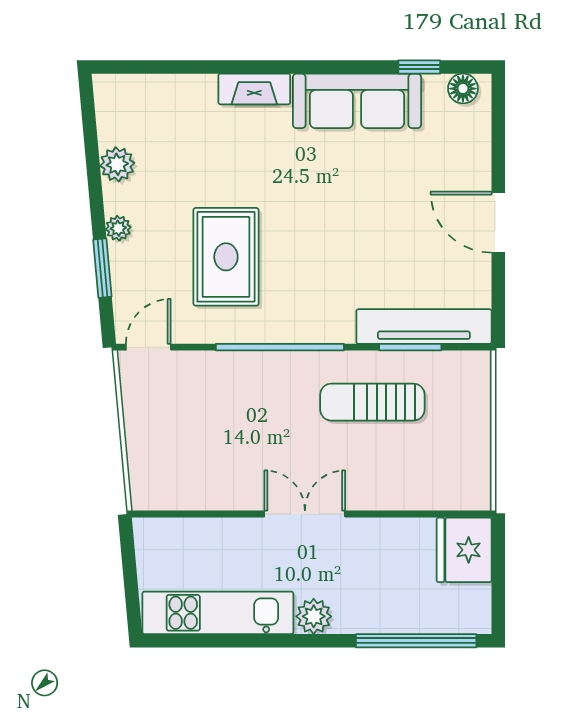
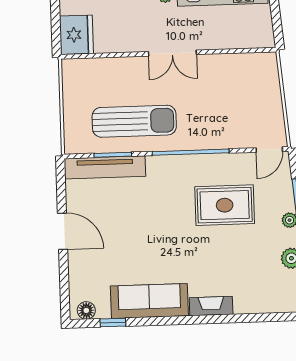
rug: (226, 257) -> (225, 205), turned 90
sun lounger: (372, 402) -> (134, 121), width x1.36, depth x1.34

